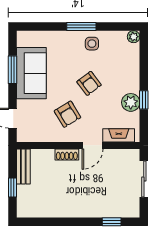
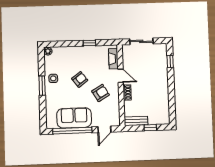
window: (12, 70) -> (72, 131), width x2.11
plant: (131, 102) -> (91, 52), removed

